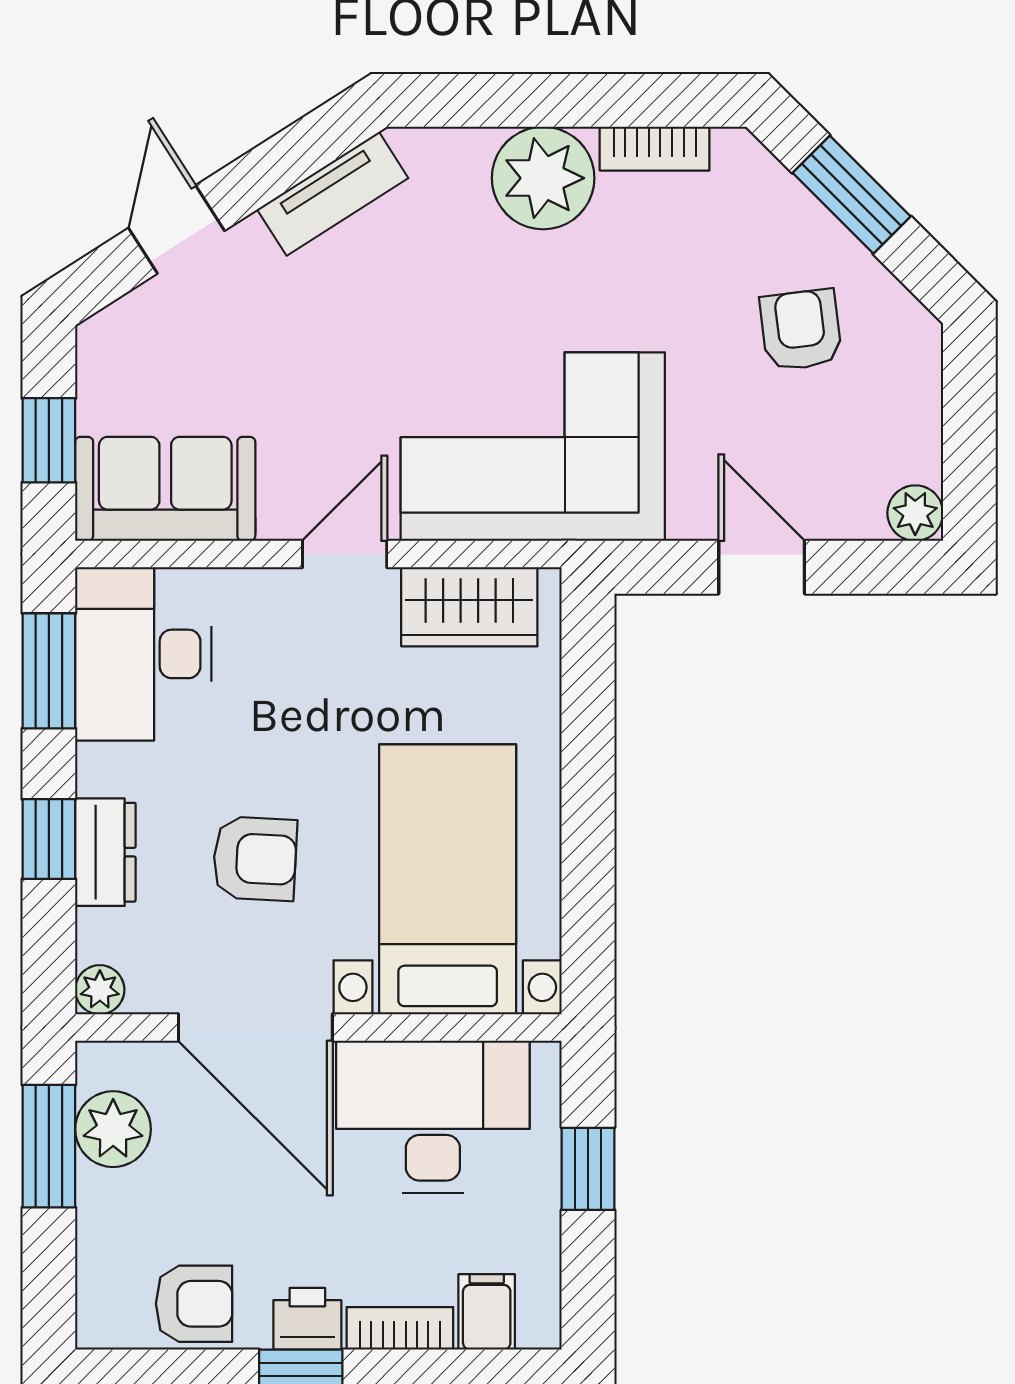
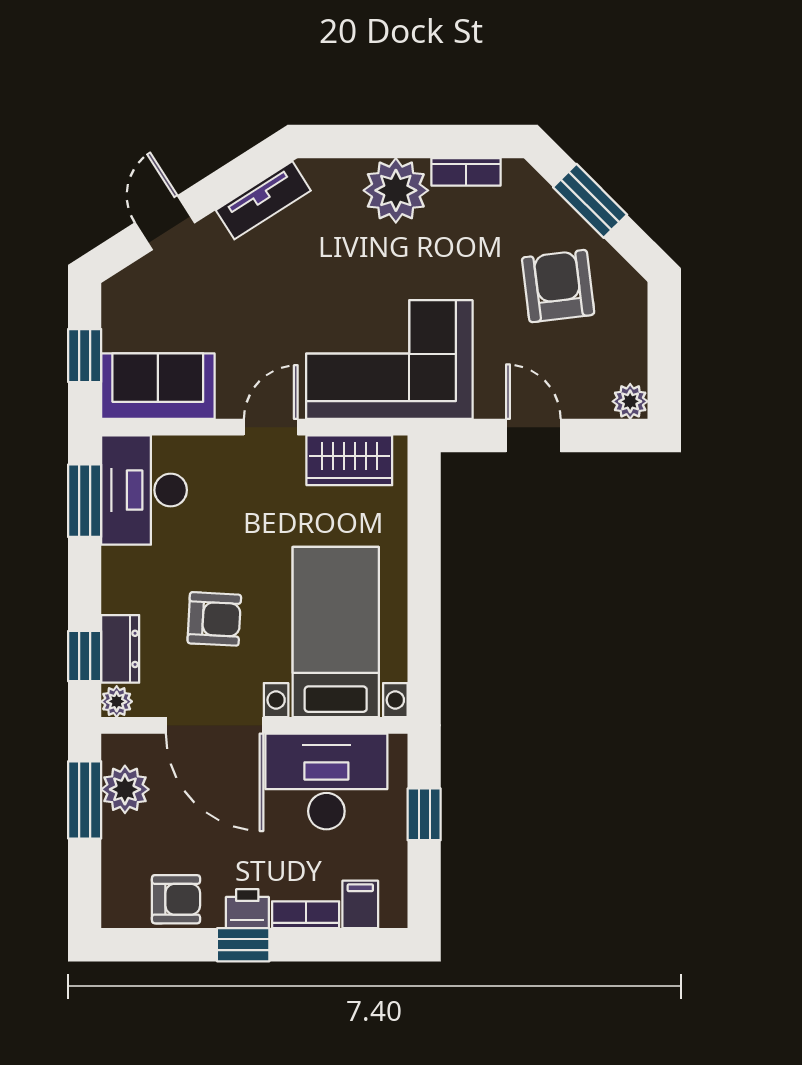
armchair: (801, 330) -> (558, 286), width x1.38, depth x1.38
window: (49, 839) -> (85, 656), moved
dresser: (105, 852) -> (120, 649), moved

